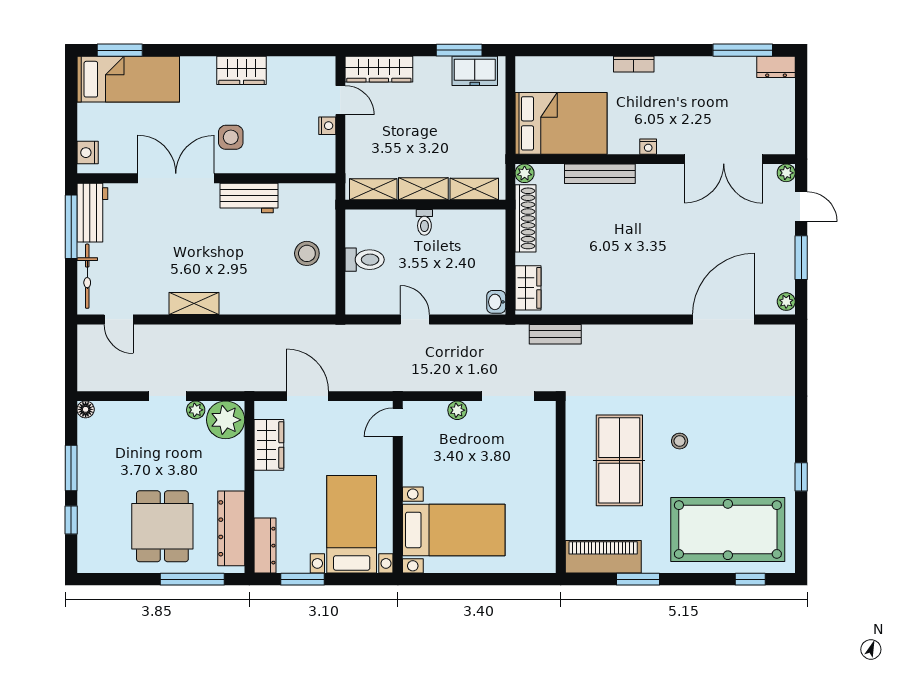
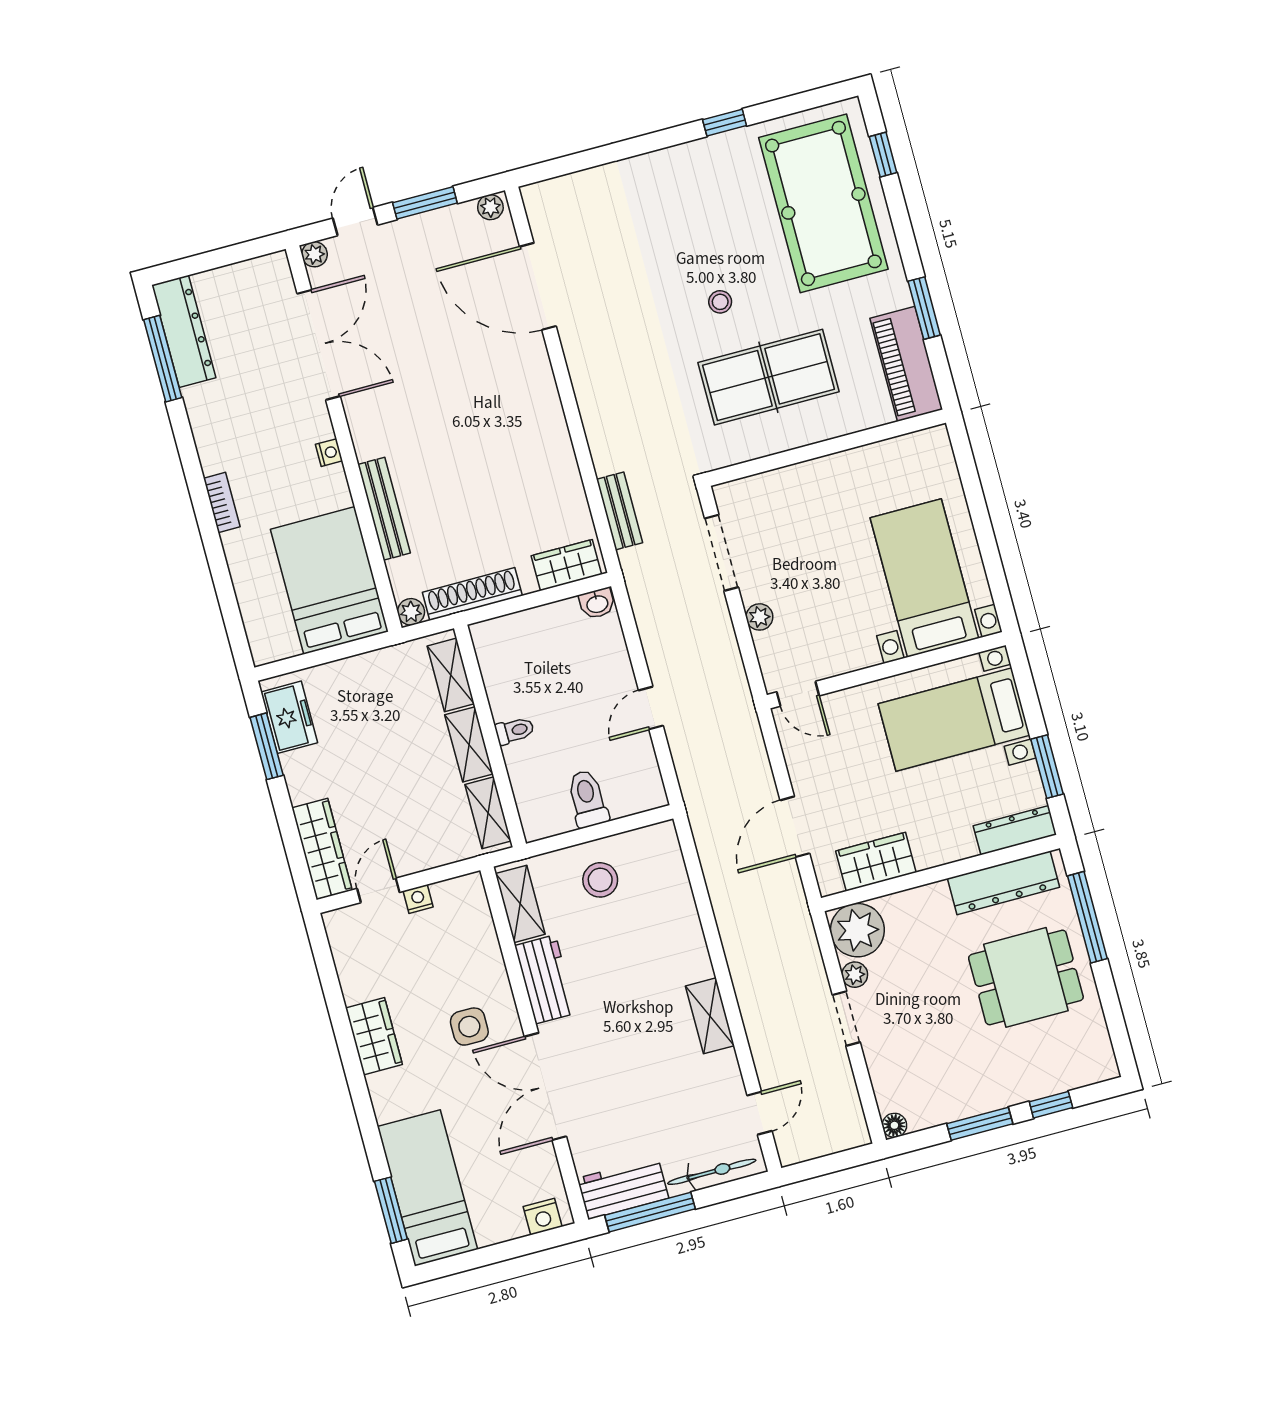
dresser: (776, 67) -> (184, 331), width x1.96, depth x1.24
shelving: (305, 194) -> (520, 904), added

